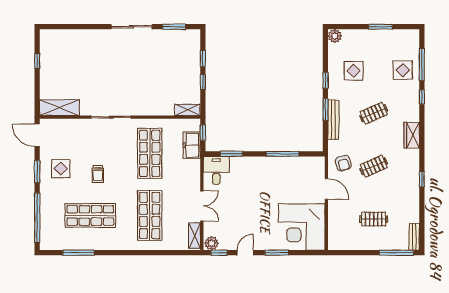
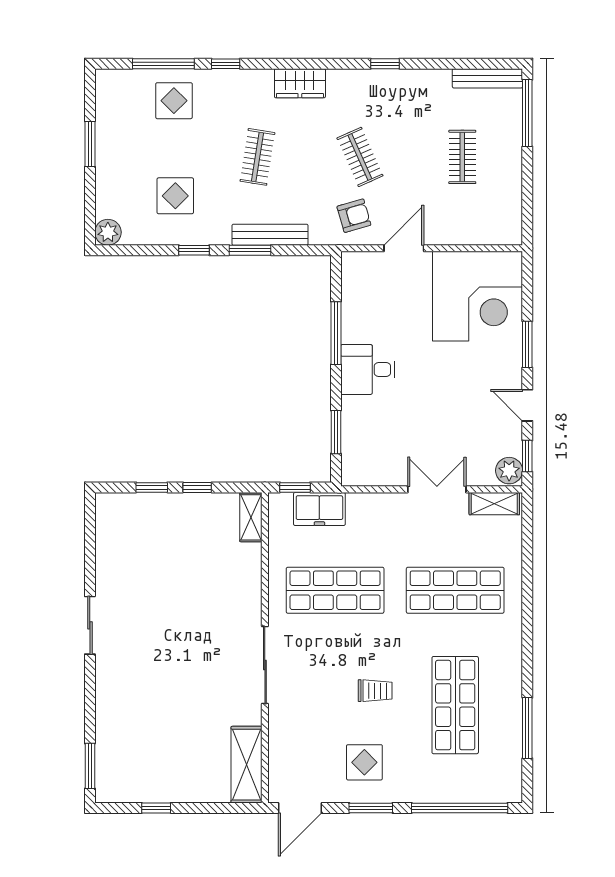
sliding door: (132, 27) -> (90, 625), width x0.73
window: (174, 27) -> (90, 766), moved
clothes rail: (374, 113) -> (257, 157), turned 33
desk: (216, 170) -> (368, 370), moved
bench: (414, 237) -> (487, 78), width x1.36

